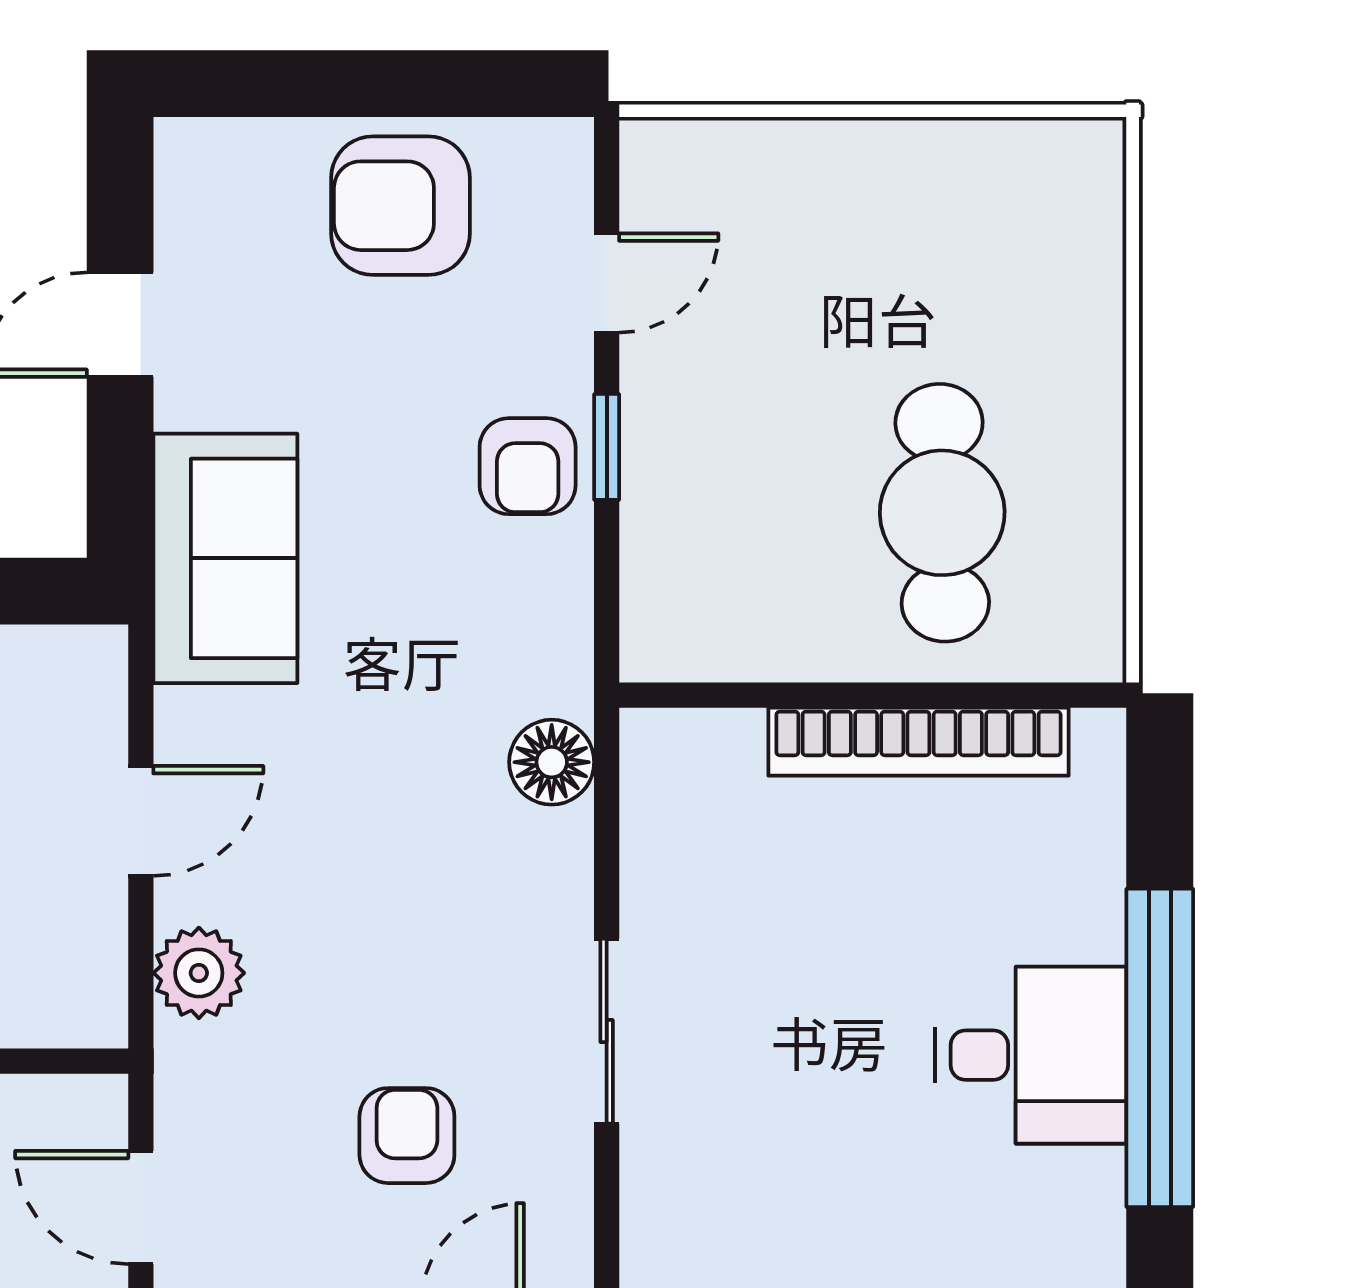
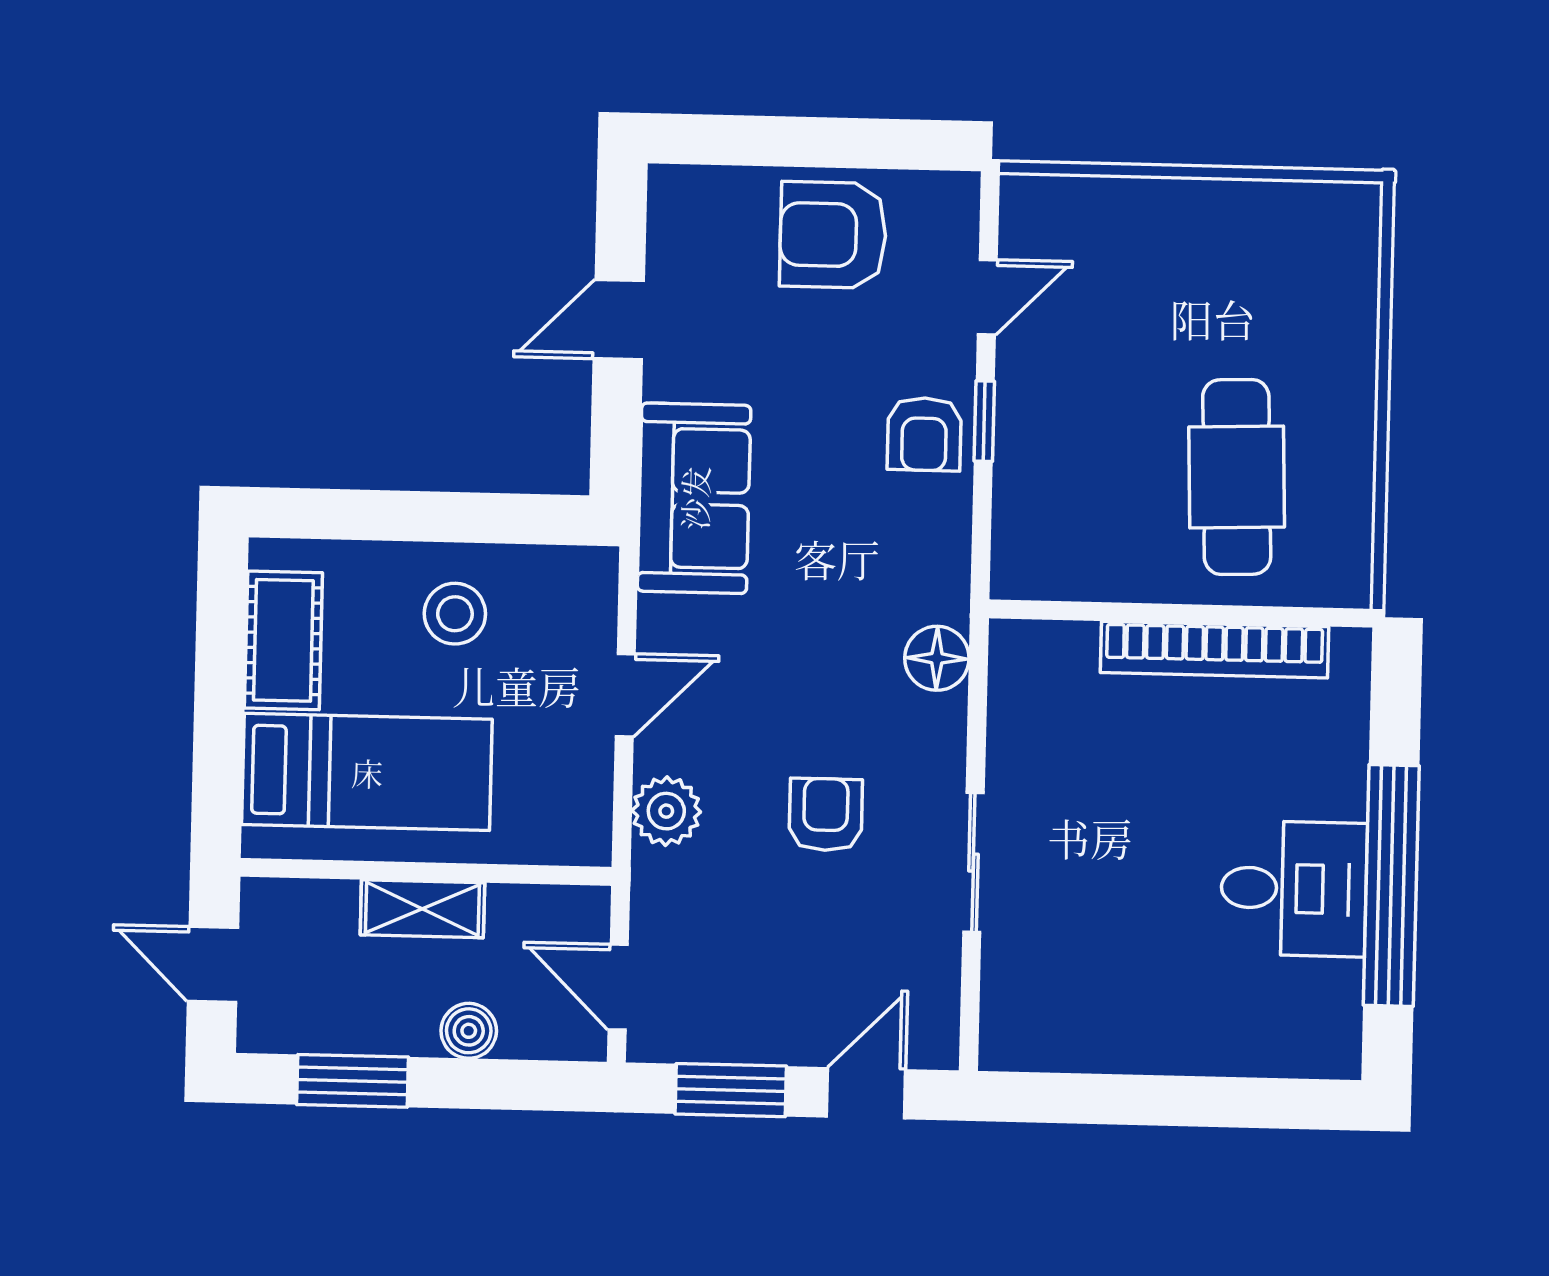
armchair: (407, 1136) -> (826, 815), moved

